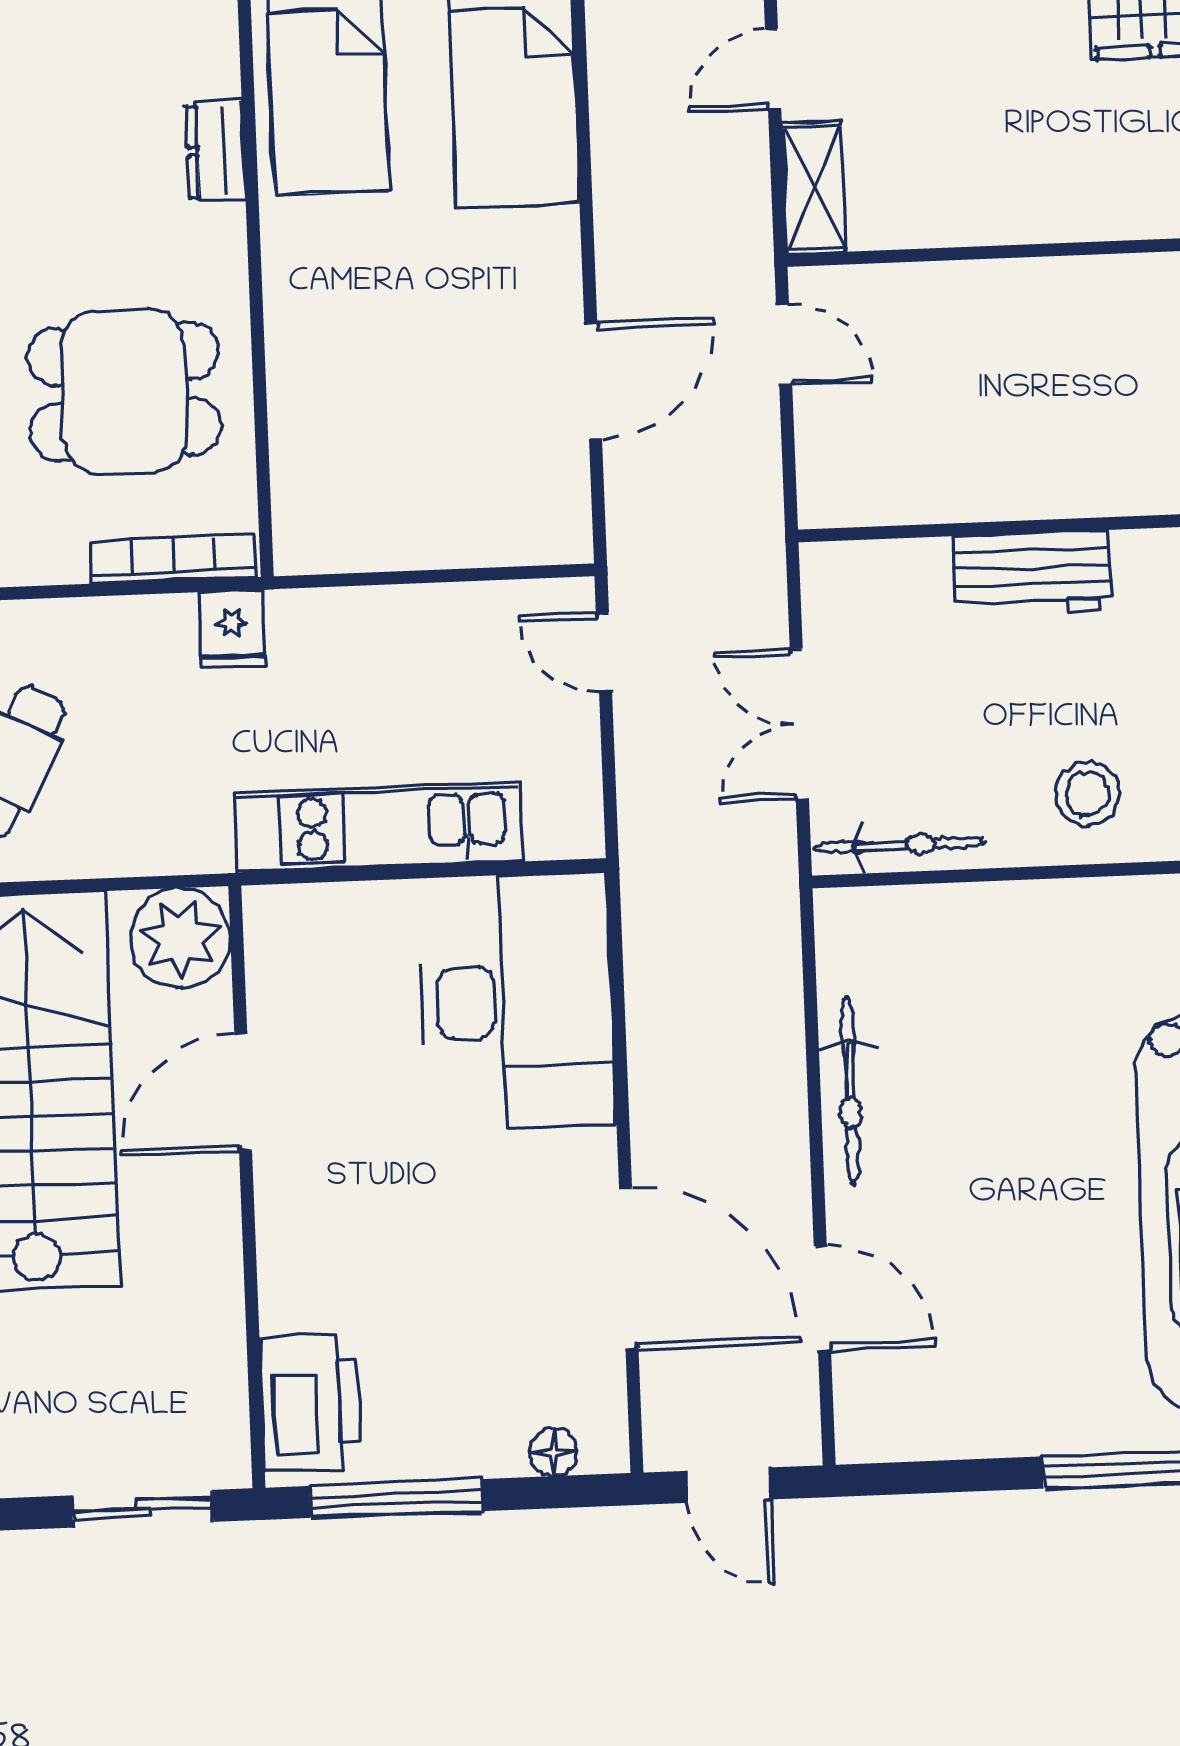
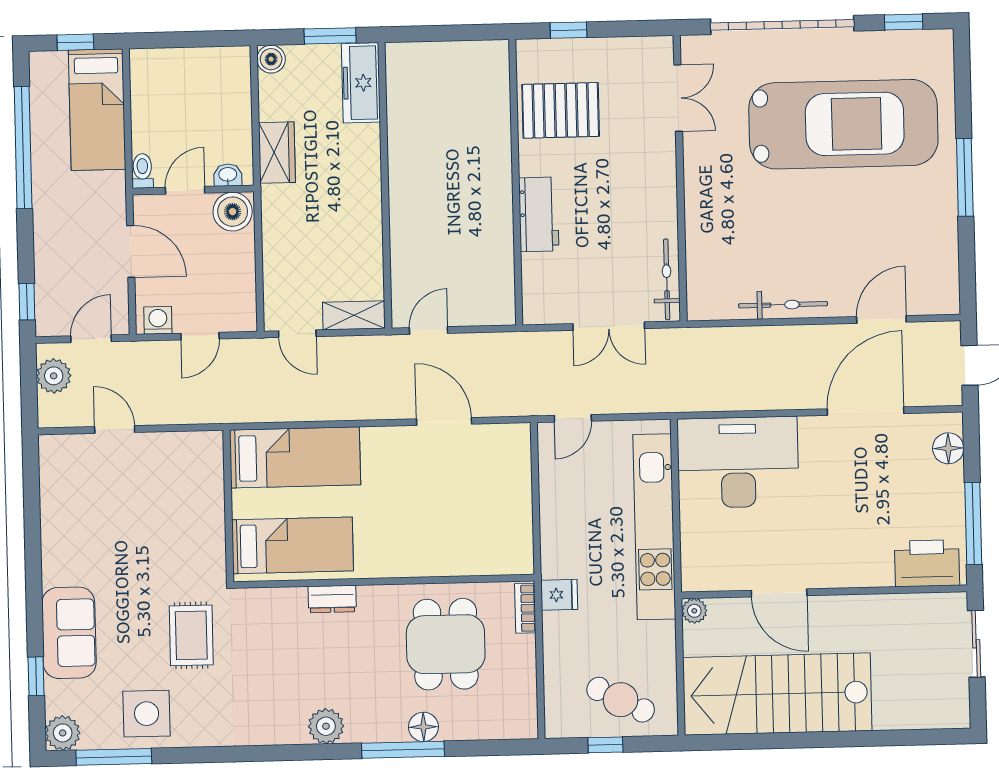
bookcase: (173, 559) -> (525, 608), width x0.64
stool: (1088, 794) -> (644, 190), removed
kitchen unit: (378, 827) -> (654, 527), width x1.36
plant: (180, 938) -> (694, 611), width x0.53, depth x0.53
floor lamp: (554, 1452) -> (948, 448), width x1.37, depth x1.37

